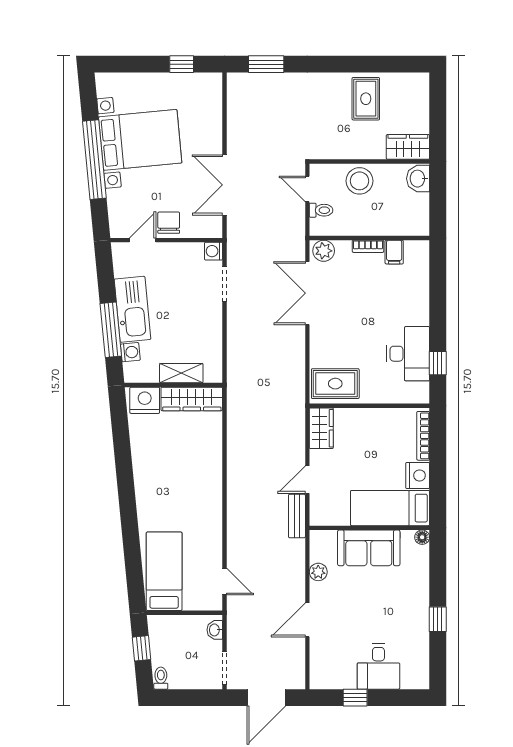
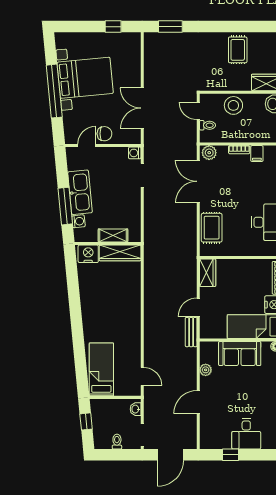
chair: (169, 223) -> (104, 134), turned 90
rug: (335, 384) -> (212, 228), moved, turned 90
toilet: (161, 678) -> (117, 442), moved

